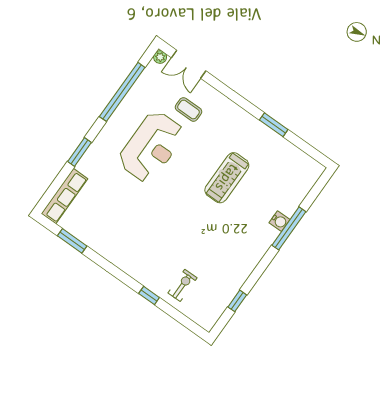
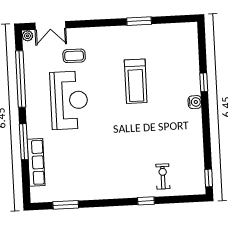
window: (80, 152) -> (24, 142), width x1.44
row of seats: (64, 196) -> (36, 162), moved
water cooler: (279, 221) -> (195, 102), moved
window: (289, 228) -> (204, 82), width x0.46
window: (237, 301) -> (209, 178), moved

